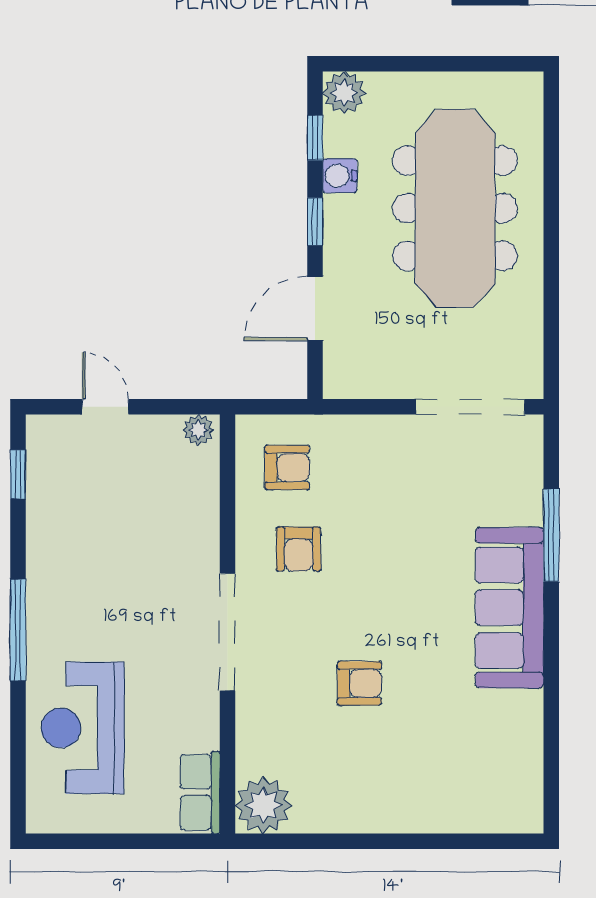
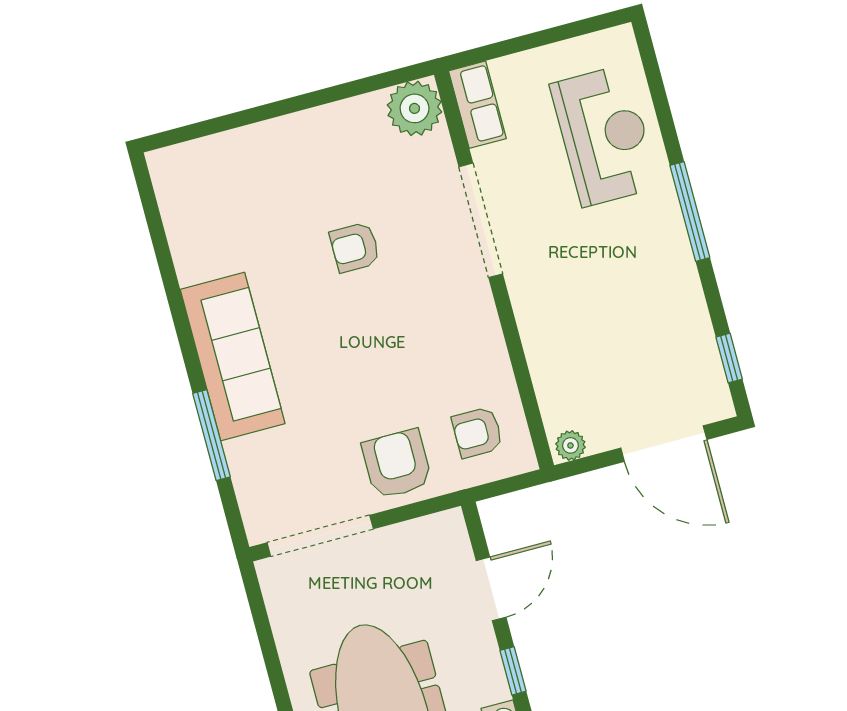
door: (105, 407) -> (664, 444), width x1.87
armchair: (299, 549) -> (397, 464), moved, width x1.38, depth x1.38
doorway: (227, 632) -> (481, 220), moved

